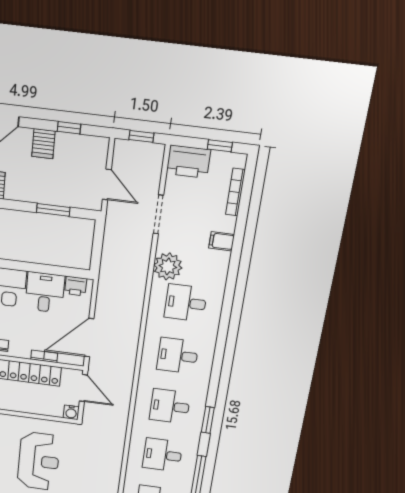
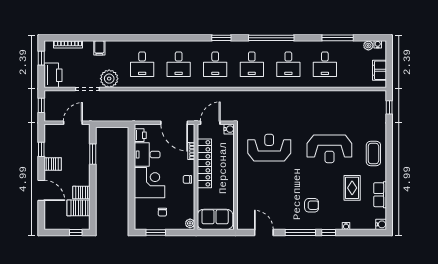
plant: (168, 266) -> (109, 79), moved

